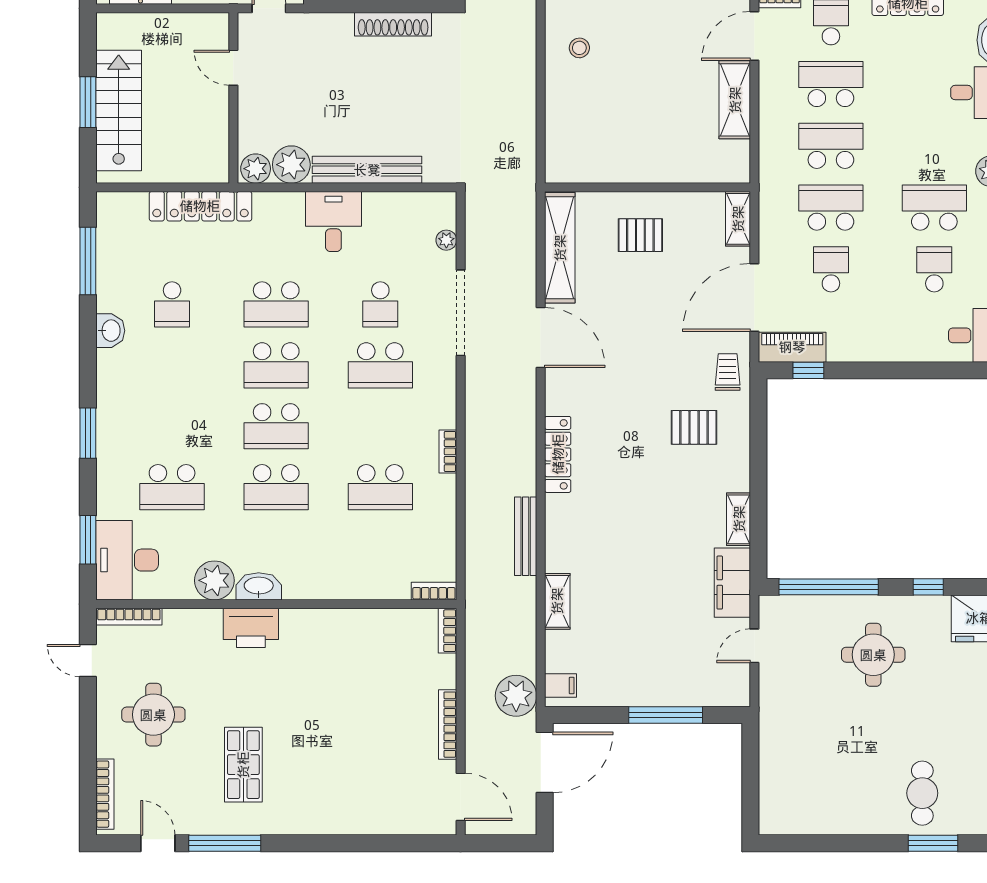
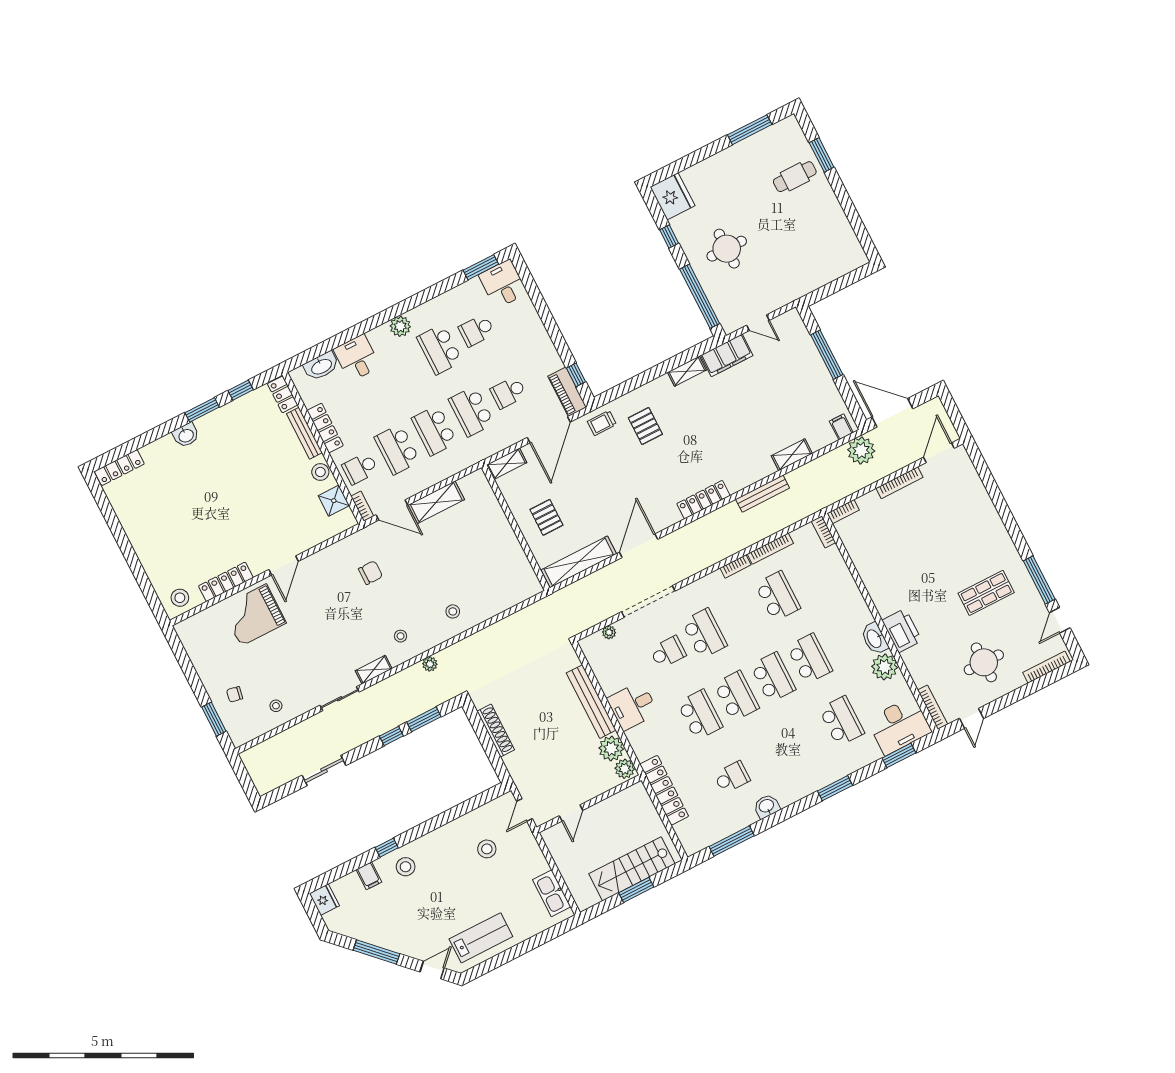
door: (754, 297) -> (549, 430), hinge flipped
bookcase: (448, 510) -> (770, 549), added

